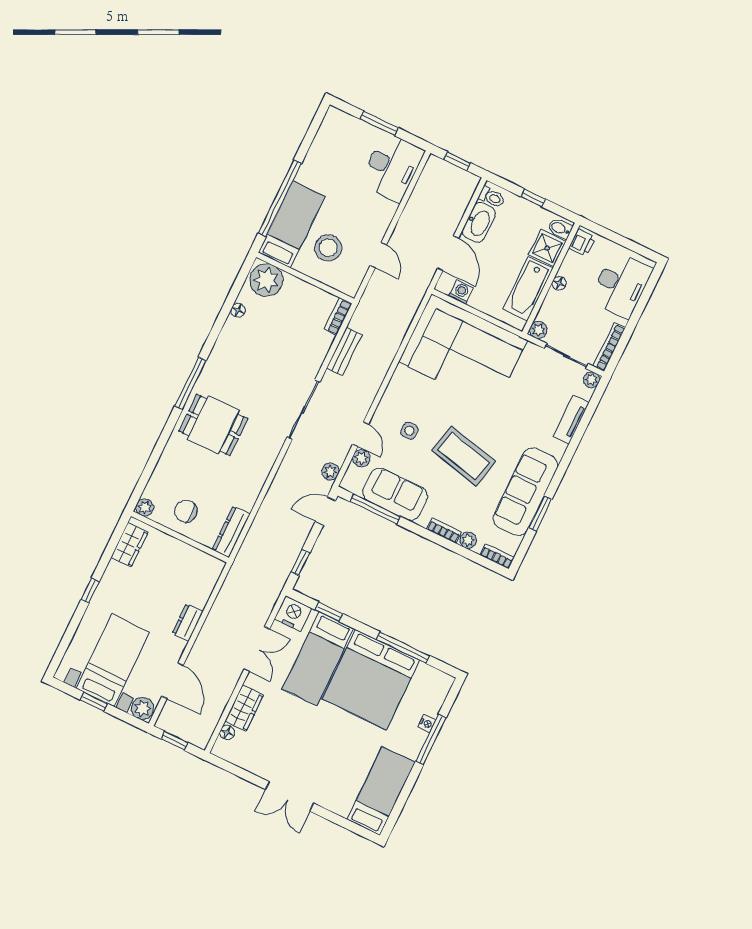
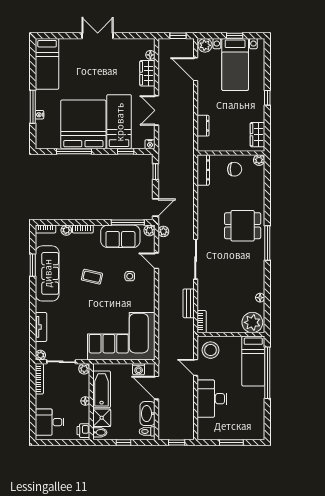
desk: (392, 167) -> (212, 399), moved
stool: (328, 248) -> (211, 350), moved
desk: (621, 285) -> (50, 422), width x0.73
coffee table: (464, 456) -> (92, 277), width x0.54, depth x0.58
plant: (361, 458) -> (149, 230), moved
nightstand: (293, 614) -> (150, 144), width x0.53, depth x0.56
dresser: (188, 623) -> (203, 126), moved

